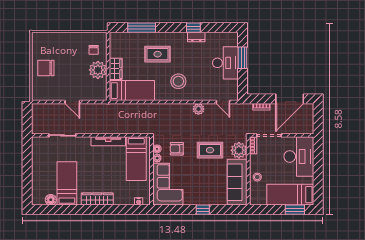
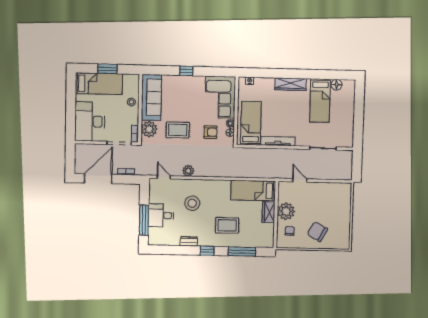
window: (193, 28) -> (207, 251), moved
window: (243, 58) -> (144, 220), width x1.44
desk: (225, 63) -> (161, 215), width x0.73
chair: (46, 68) -> (317, 232), moved, turned -152
stool: (178, 81) -> (192, 203), moved
door: (72, 102) -> (300, 180), moved
window: (295, 210) -> (107, 69), moved

